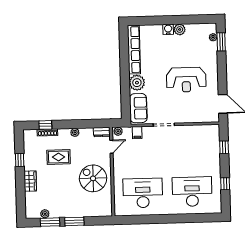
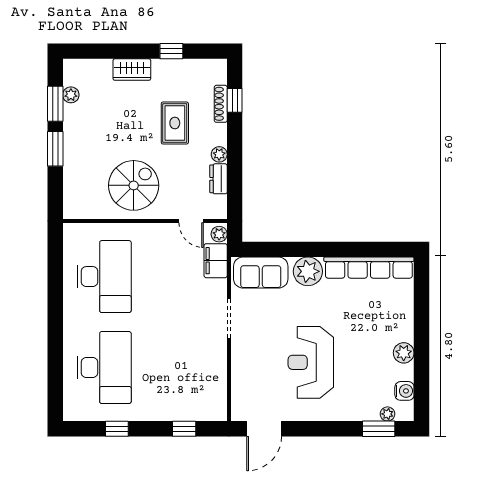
water cooler: (168, 29) -> (404, 391), moved
dresser: (102, 132) -> (219, 179), moved
filing cabinet: (137, 133) -> (216, 261), width x2.00

